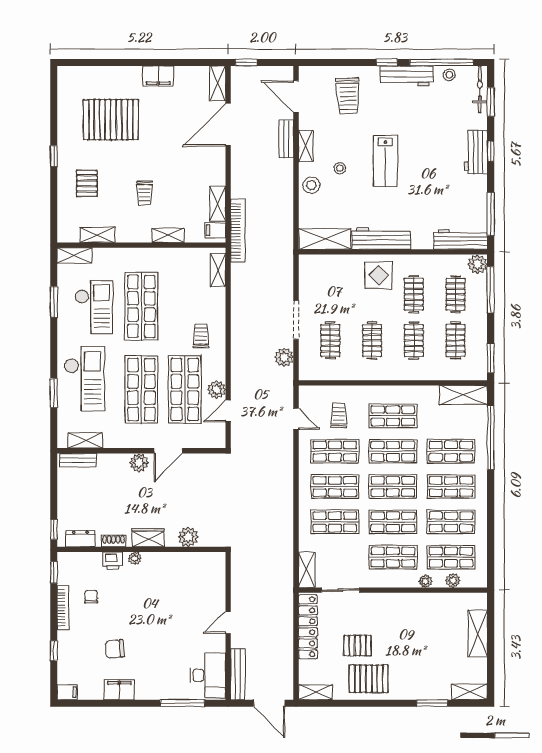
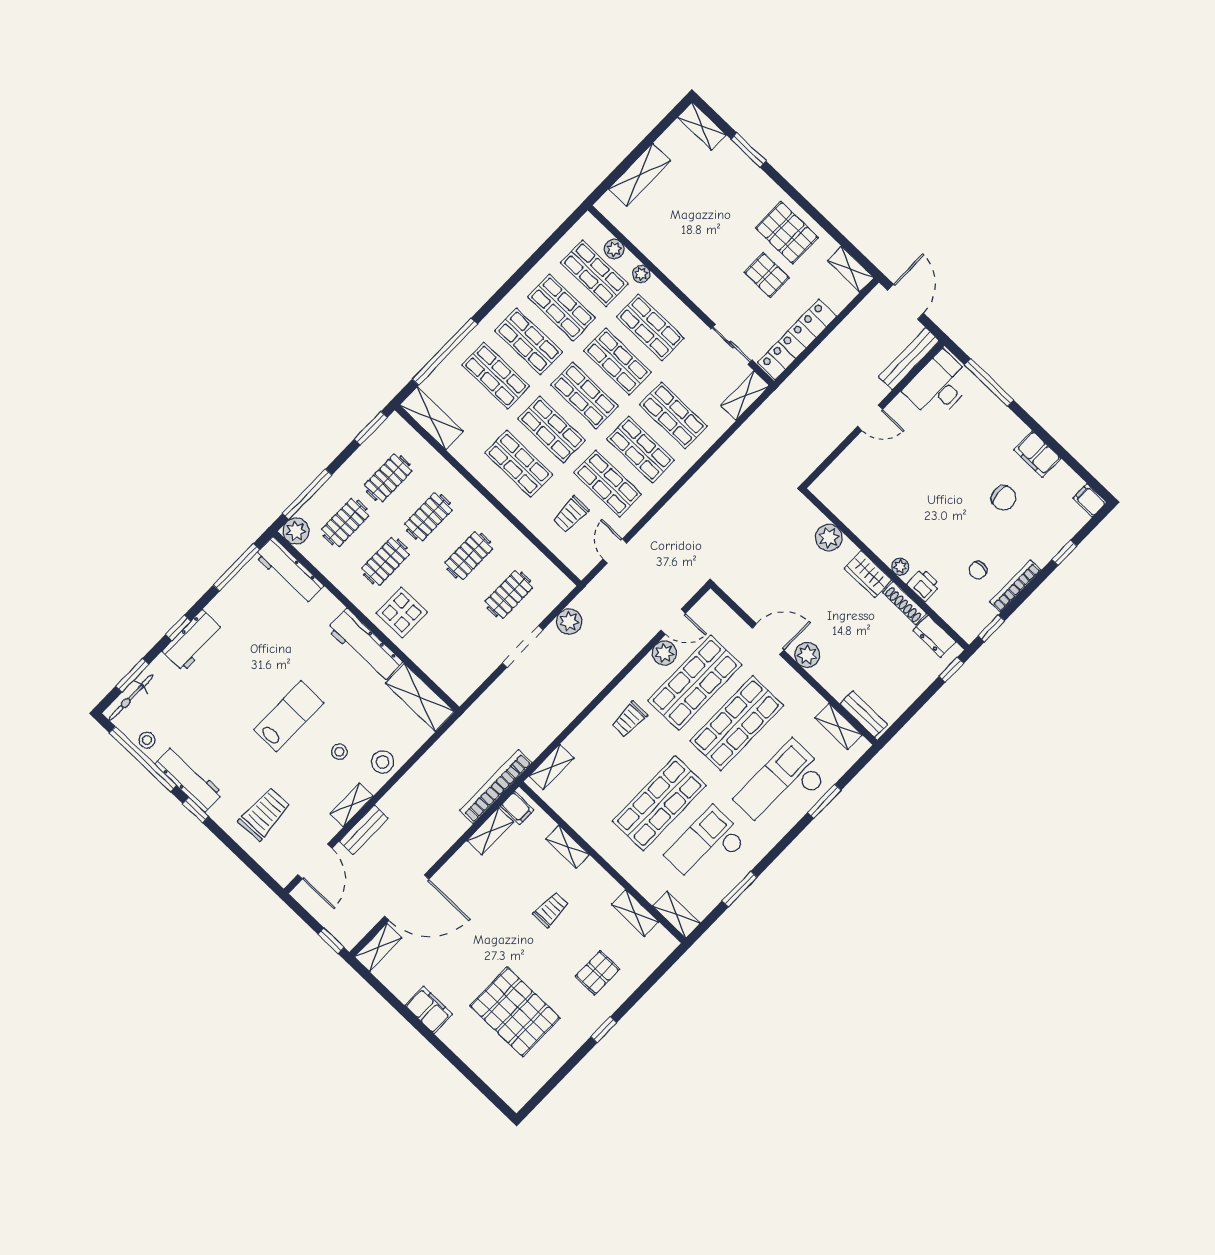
shoe rack: (114, 541) -> (905, 603), width x1.43

